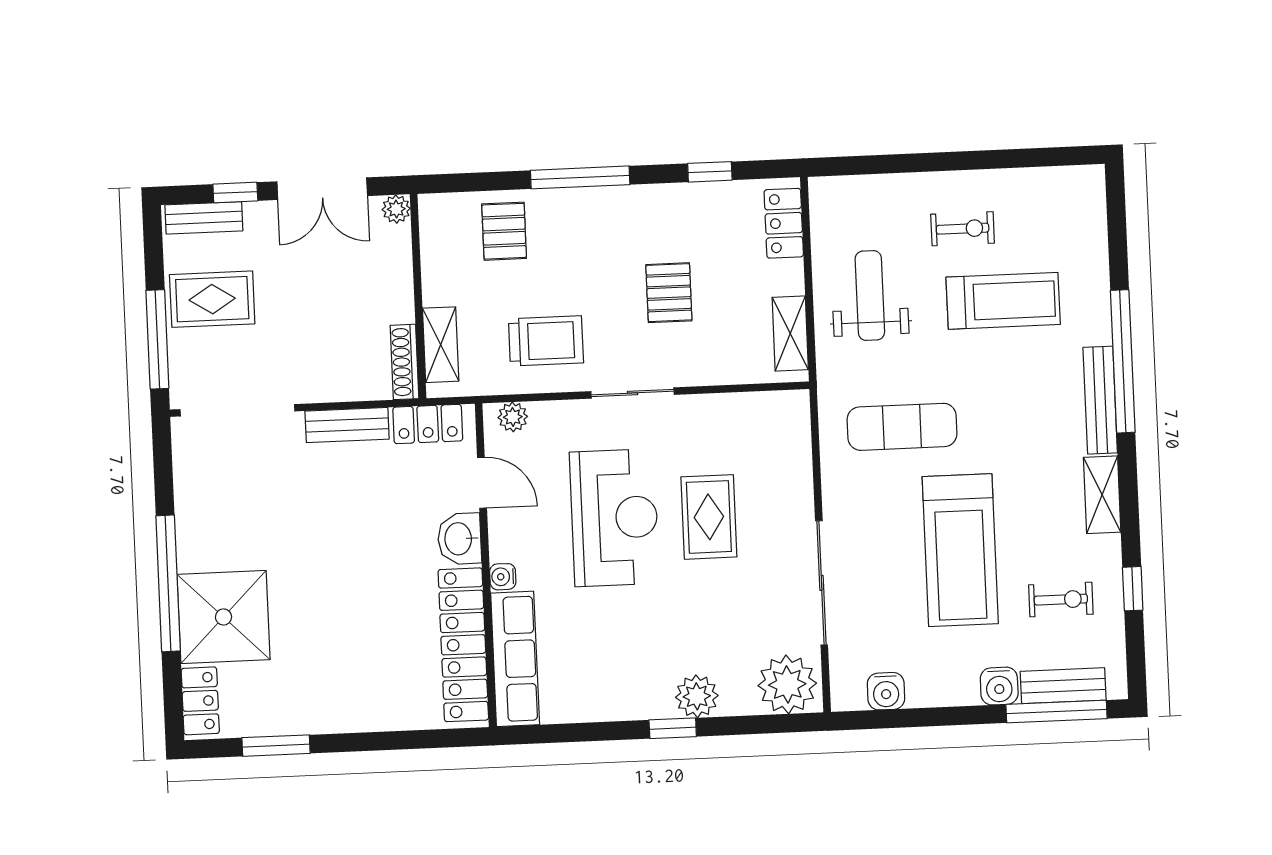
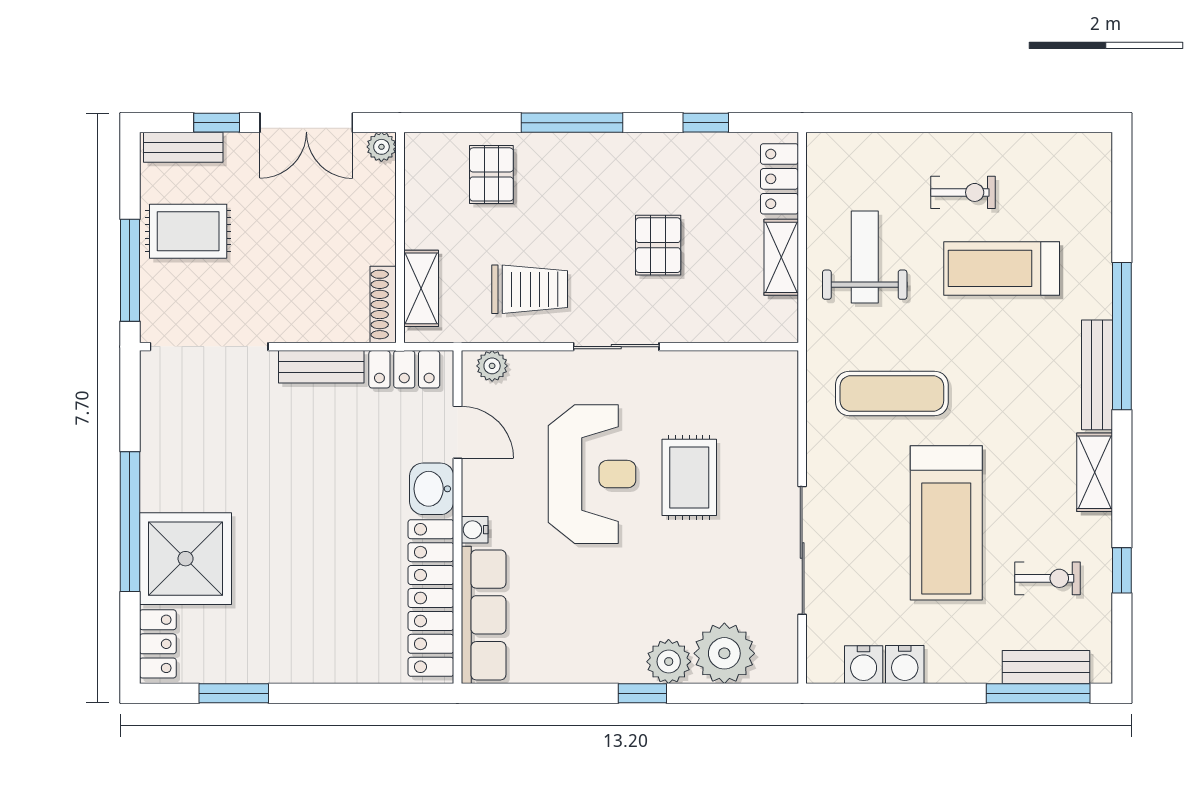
treadmill: (1003, 301) -> (1002, 268), turned 180
shelving: (790, 334) -> (781, 257), moved
plant: (787, 684) -> (724, 653), moved
water cooler: (999, 686) -> (905, 665), moved

